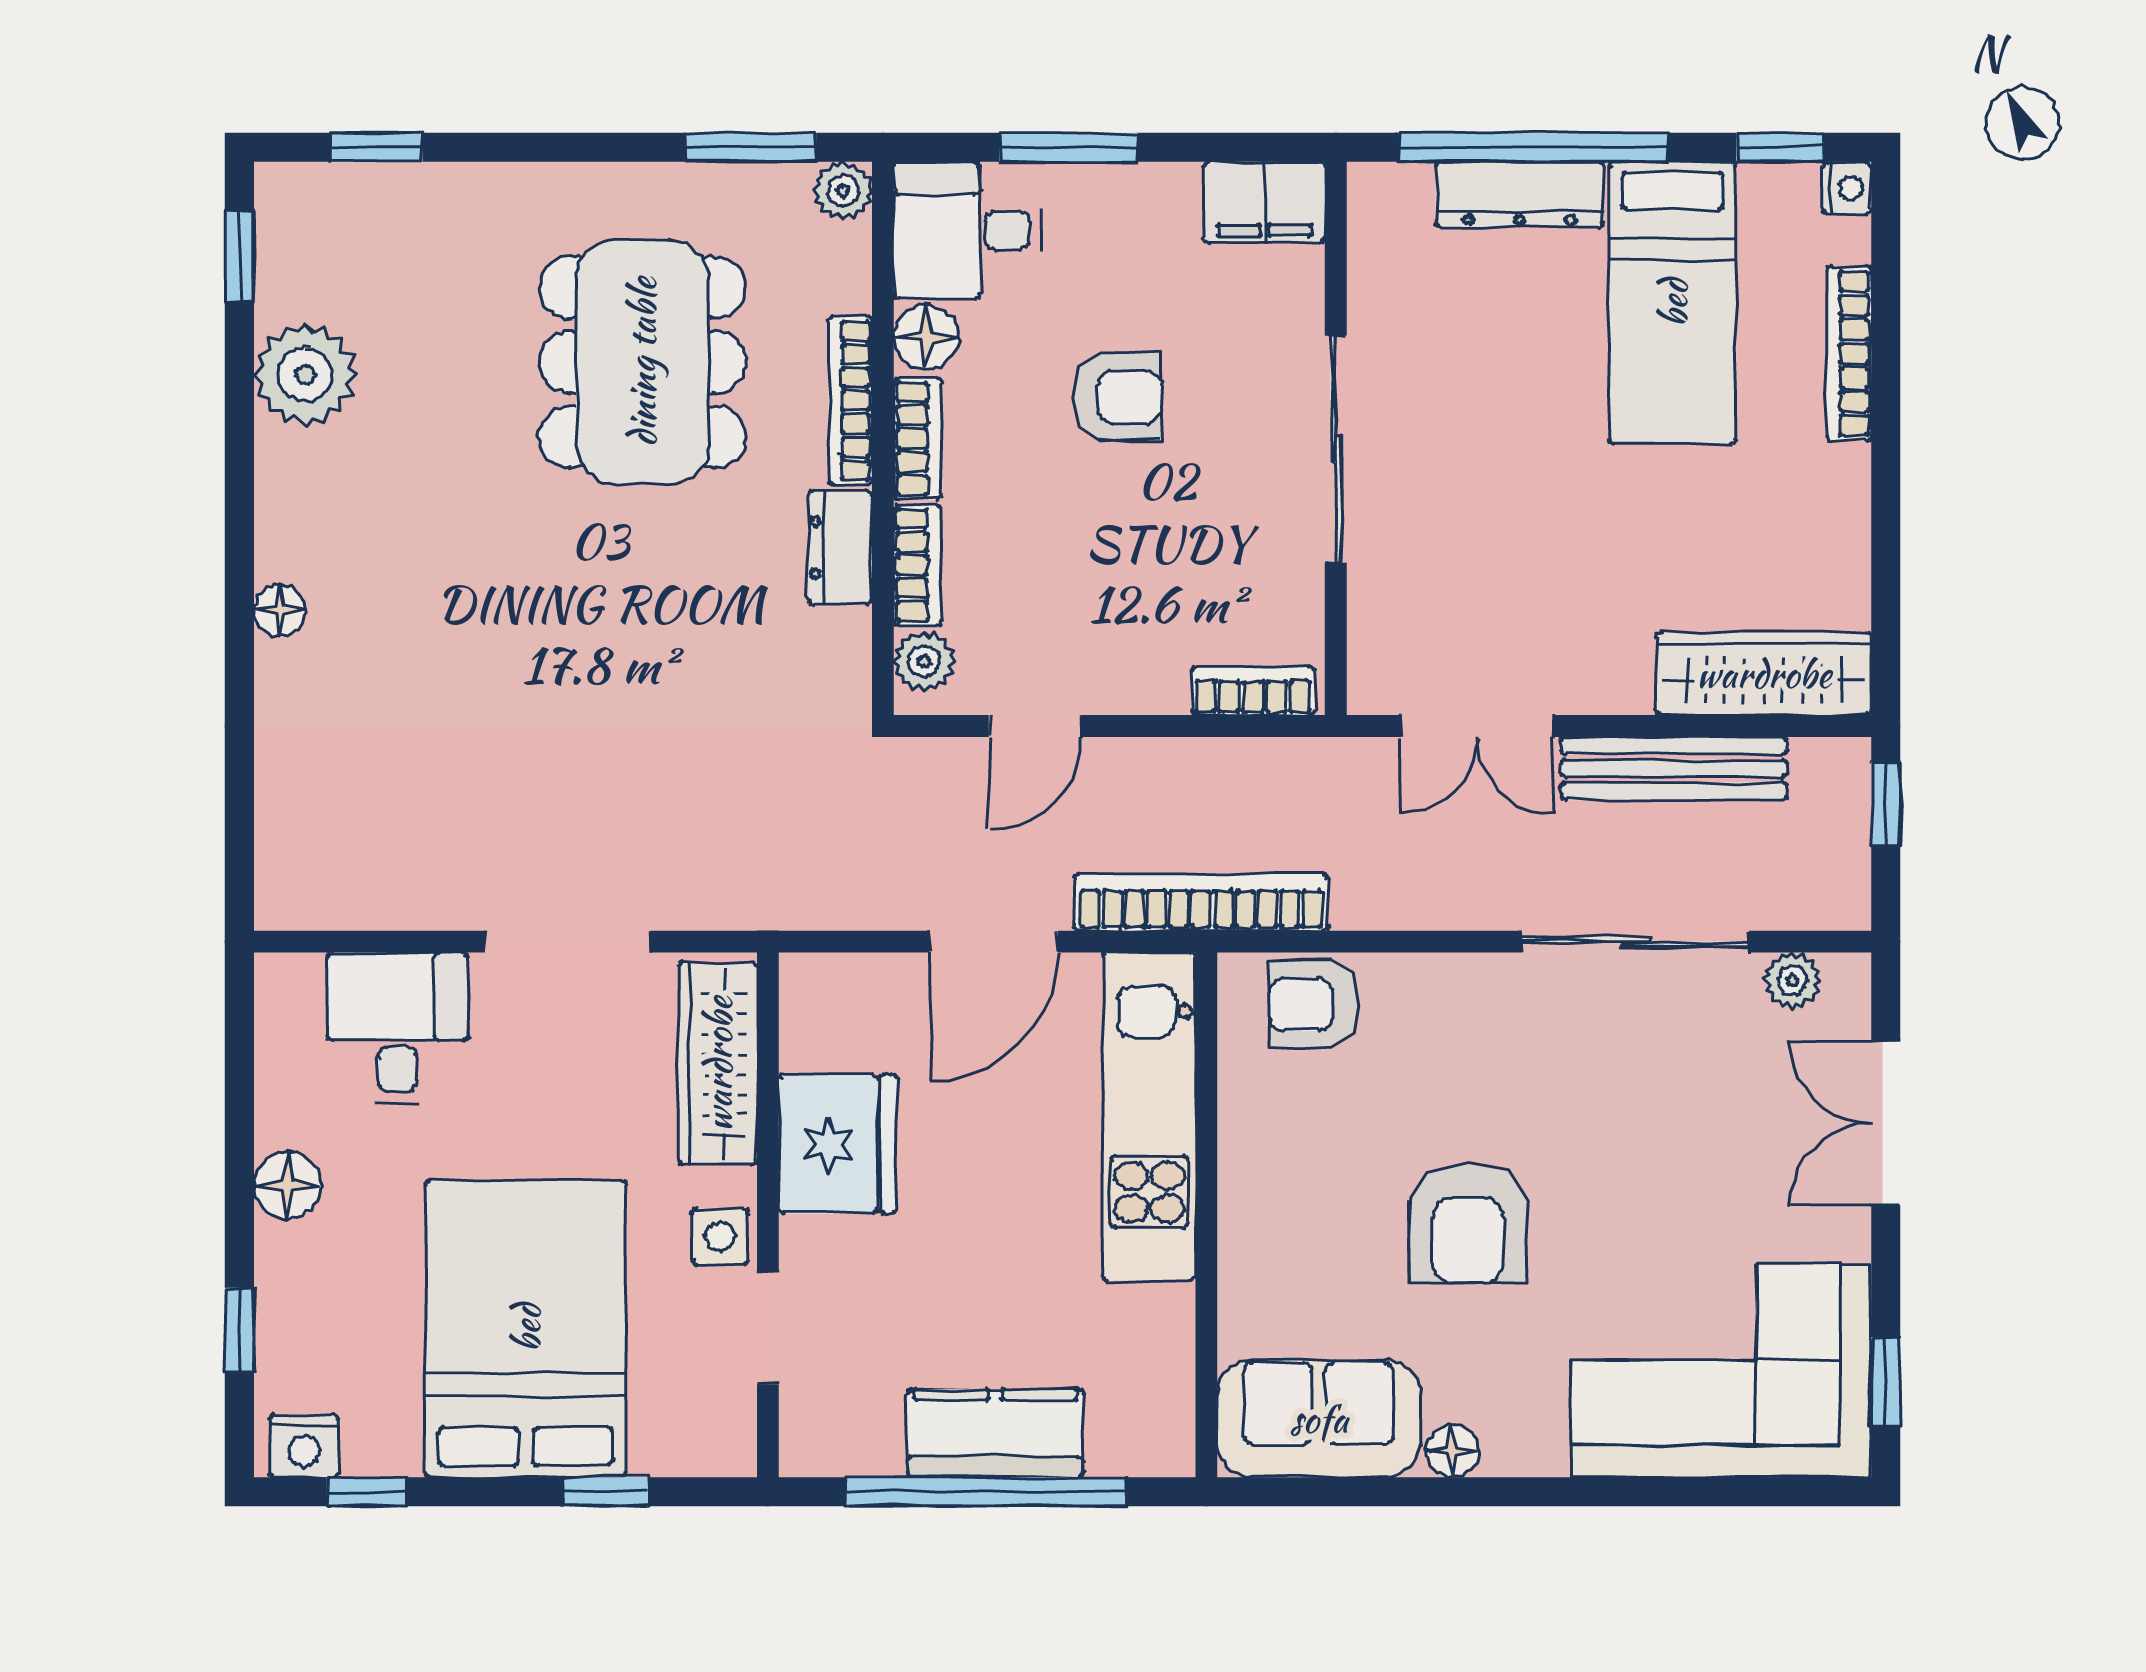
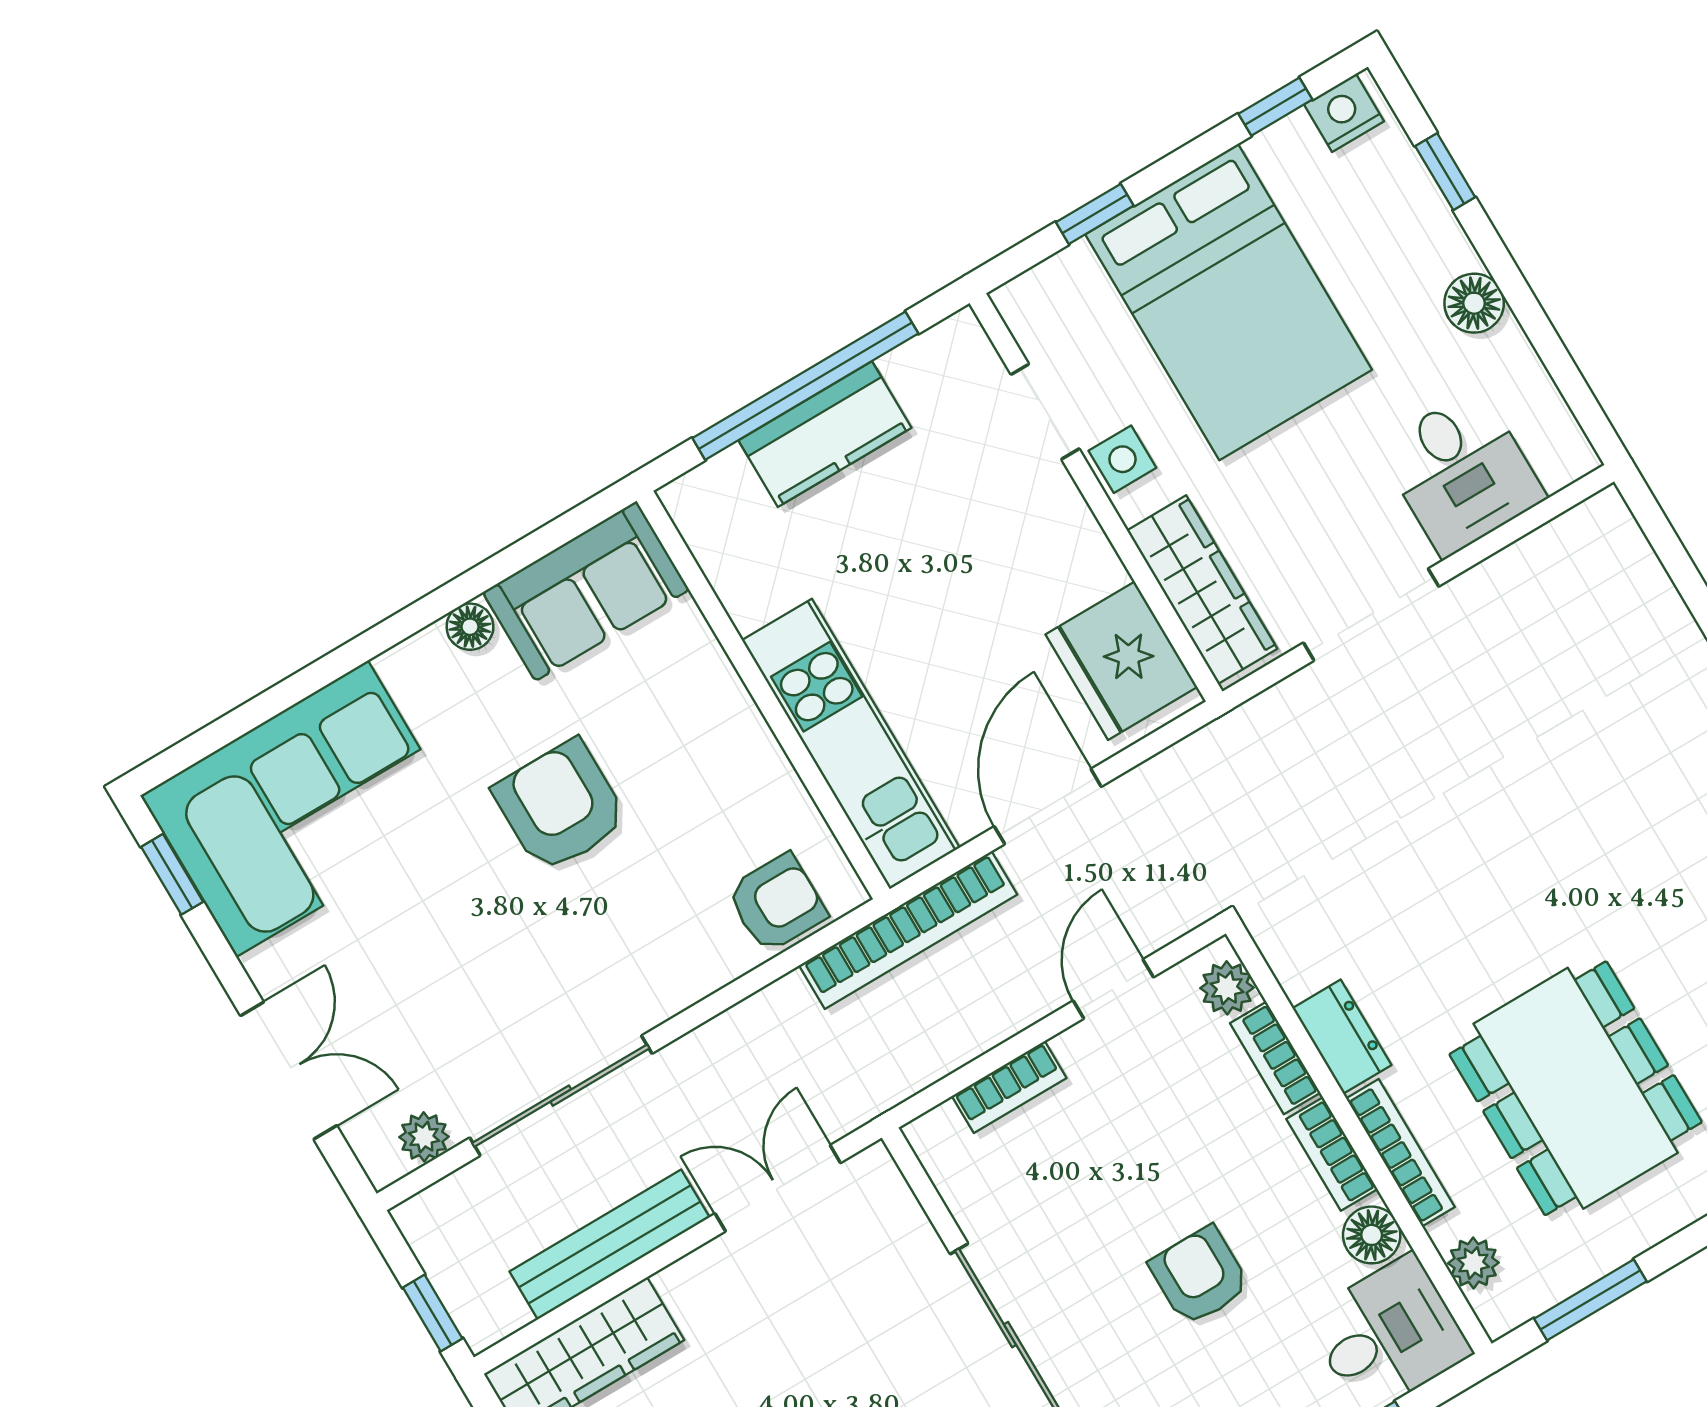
plant: (843, 191) -> (1473, 1263), moved
armchair: (1117, 397) -> (1200, 1276), turned 90
bookcase: (1253, 691) -> (1009, 1087), moved
fridge: (838, 1144) -> (1121, 661), moved

